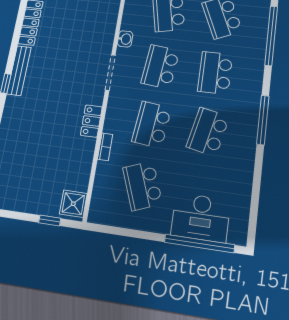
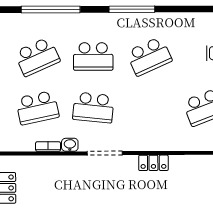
school desk: (152, 125) -> (149, 107), removed
school desk: (208, 132) -> (149, 56), turned -36
bookcase: (105, 147) -> (48, 147), moved

